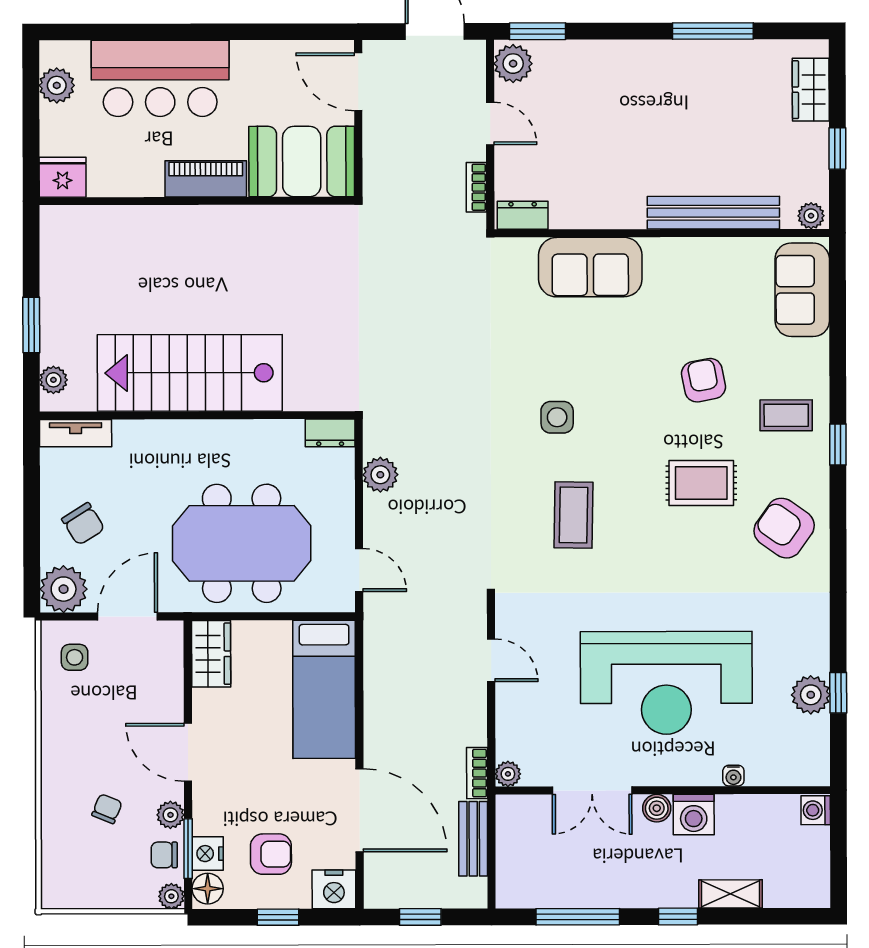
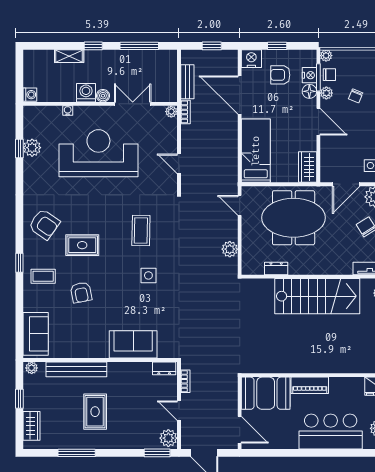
rug: (673, 121) -> (95, 412), added
dresser: (330, 433) -> (276, 268), moved
floor lamp: (208, 889) -> (309, 91), moved

